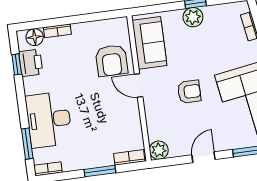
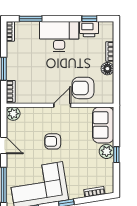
floor lamp: (35, 37) -> (107, 69), moved
sofa: (150, 43) -> (103, 125), moved, turned 90
armchair: (189, 92) -> (53, 141), turned 90
desk: (49, 120) -> (59, 37), moved

